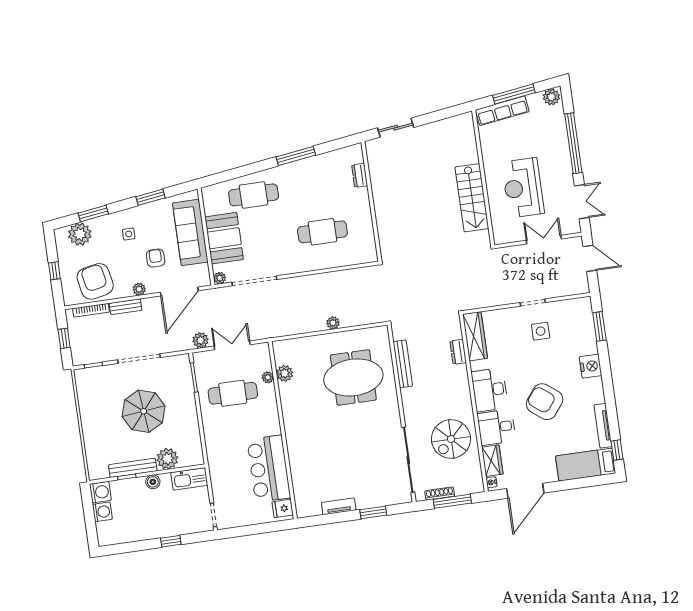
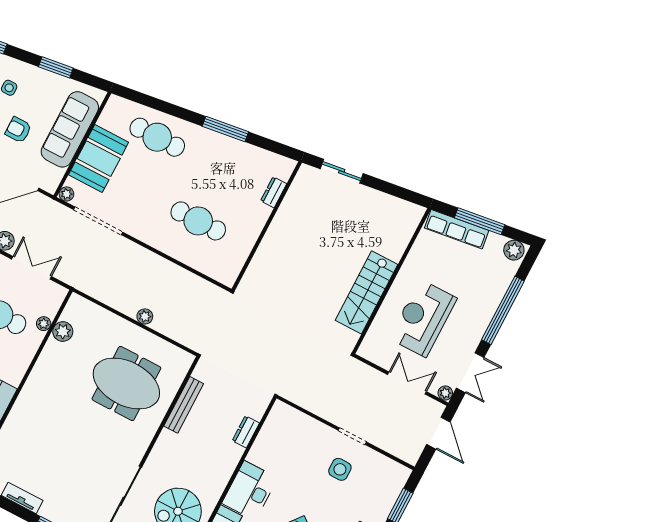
plant: (575, 228) -> (445, 393), added
armchair: (156, 258) -> (18, 130), turned -90
wardrobe: (475, 336) -> (273, 429), removed

